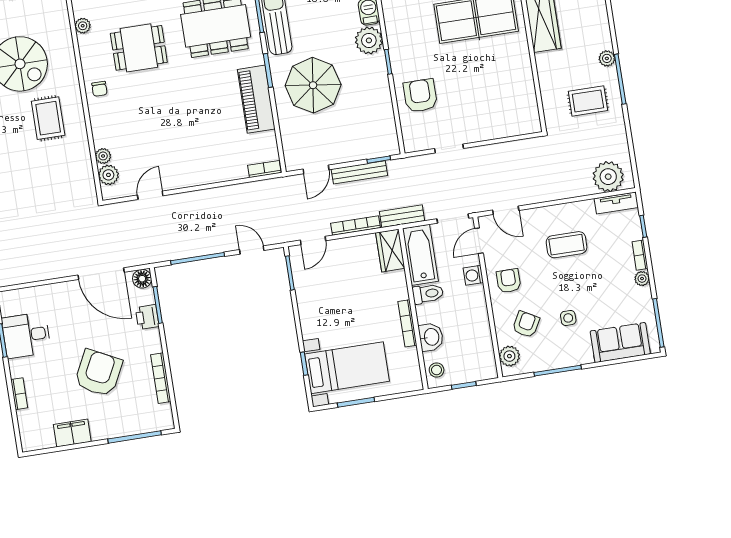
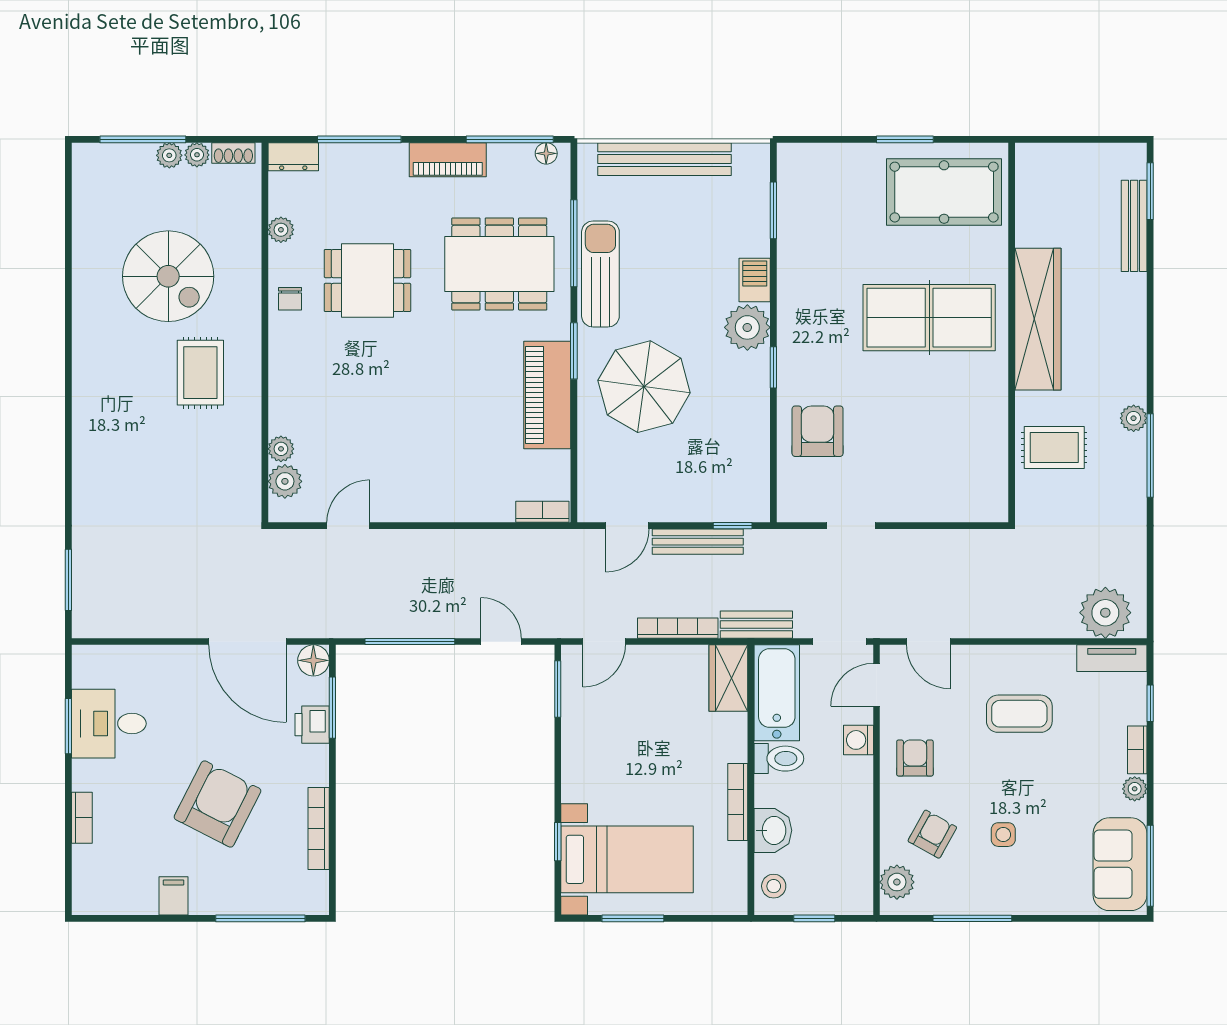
chair: (99, 89) -> (290, 299), moved
rug: (588, 101) -> (1054, 448), moved
sofa: (620, 343) -> (1120, 864), moved, turned -90
filing cabinet: (72, 433) -> (173, 896), width x0.50

